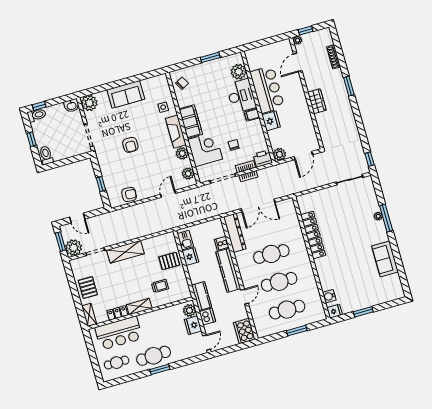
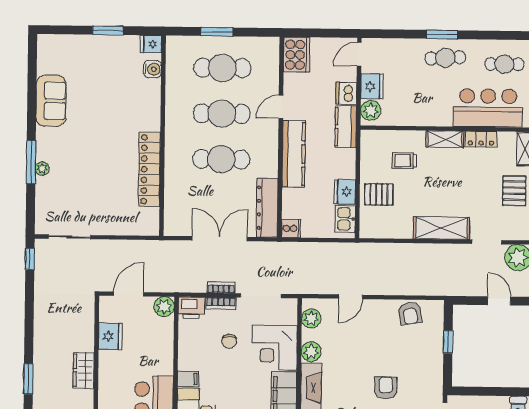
fridge: (271, 121) -> (110, 336), moved, turned 180
armchair: (129, 195) -> (410, 313), turned -103
cooker: (222, 243) -> (291, 228), moved
cafe table: (154, 356) -> (445, 58), width x0.73, depth x0.74

